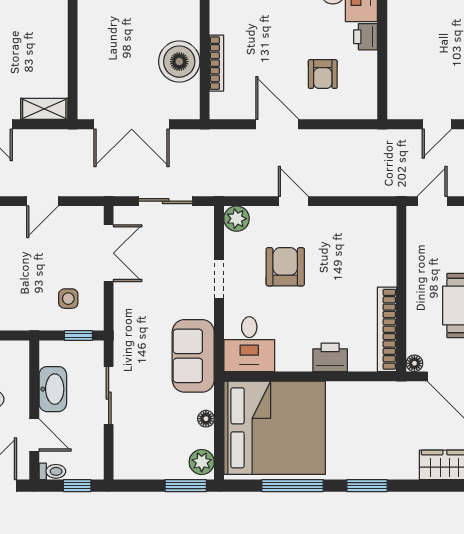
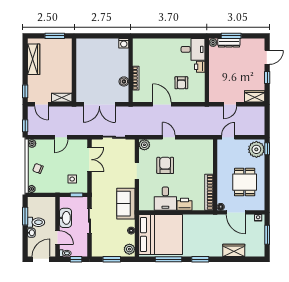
boiler: (179, 62) -> (124, 81), width x0.54, depth x0.54
desk: (249, 344) -> (165, 199), moved
window: (186, 486) -> (112, 259), moved

